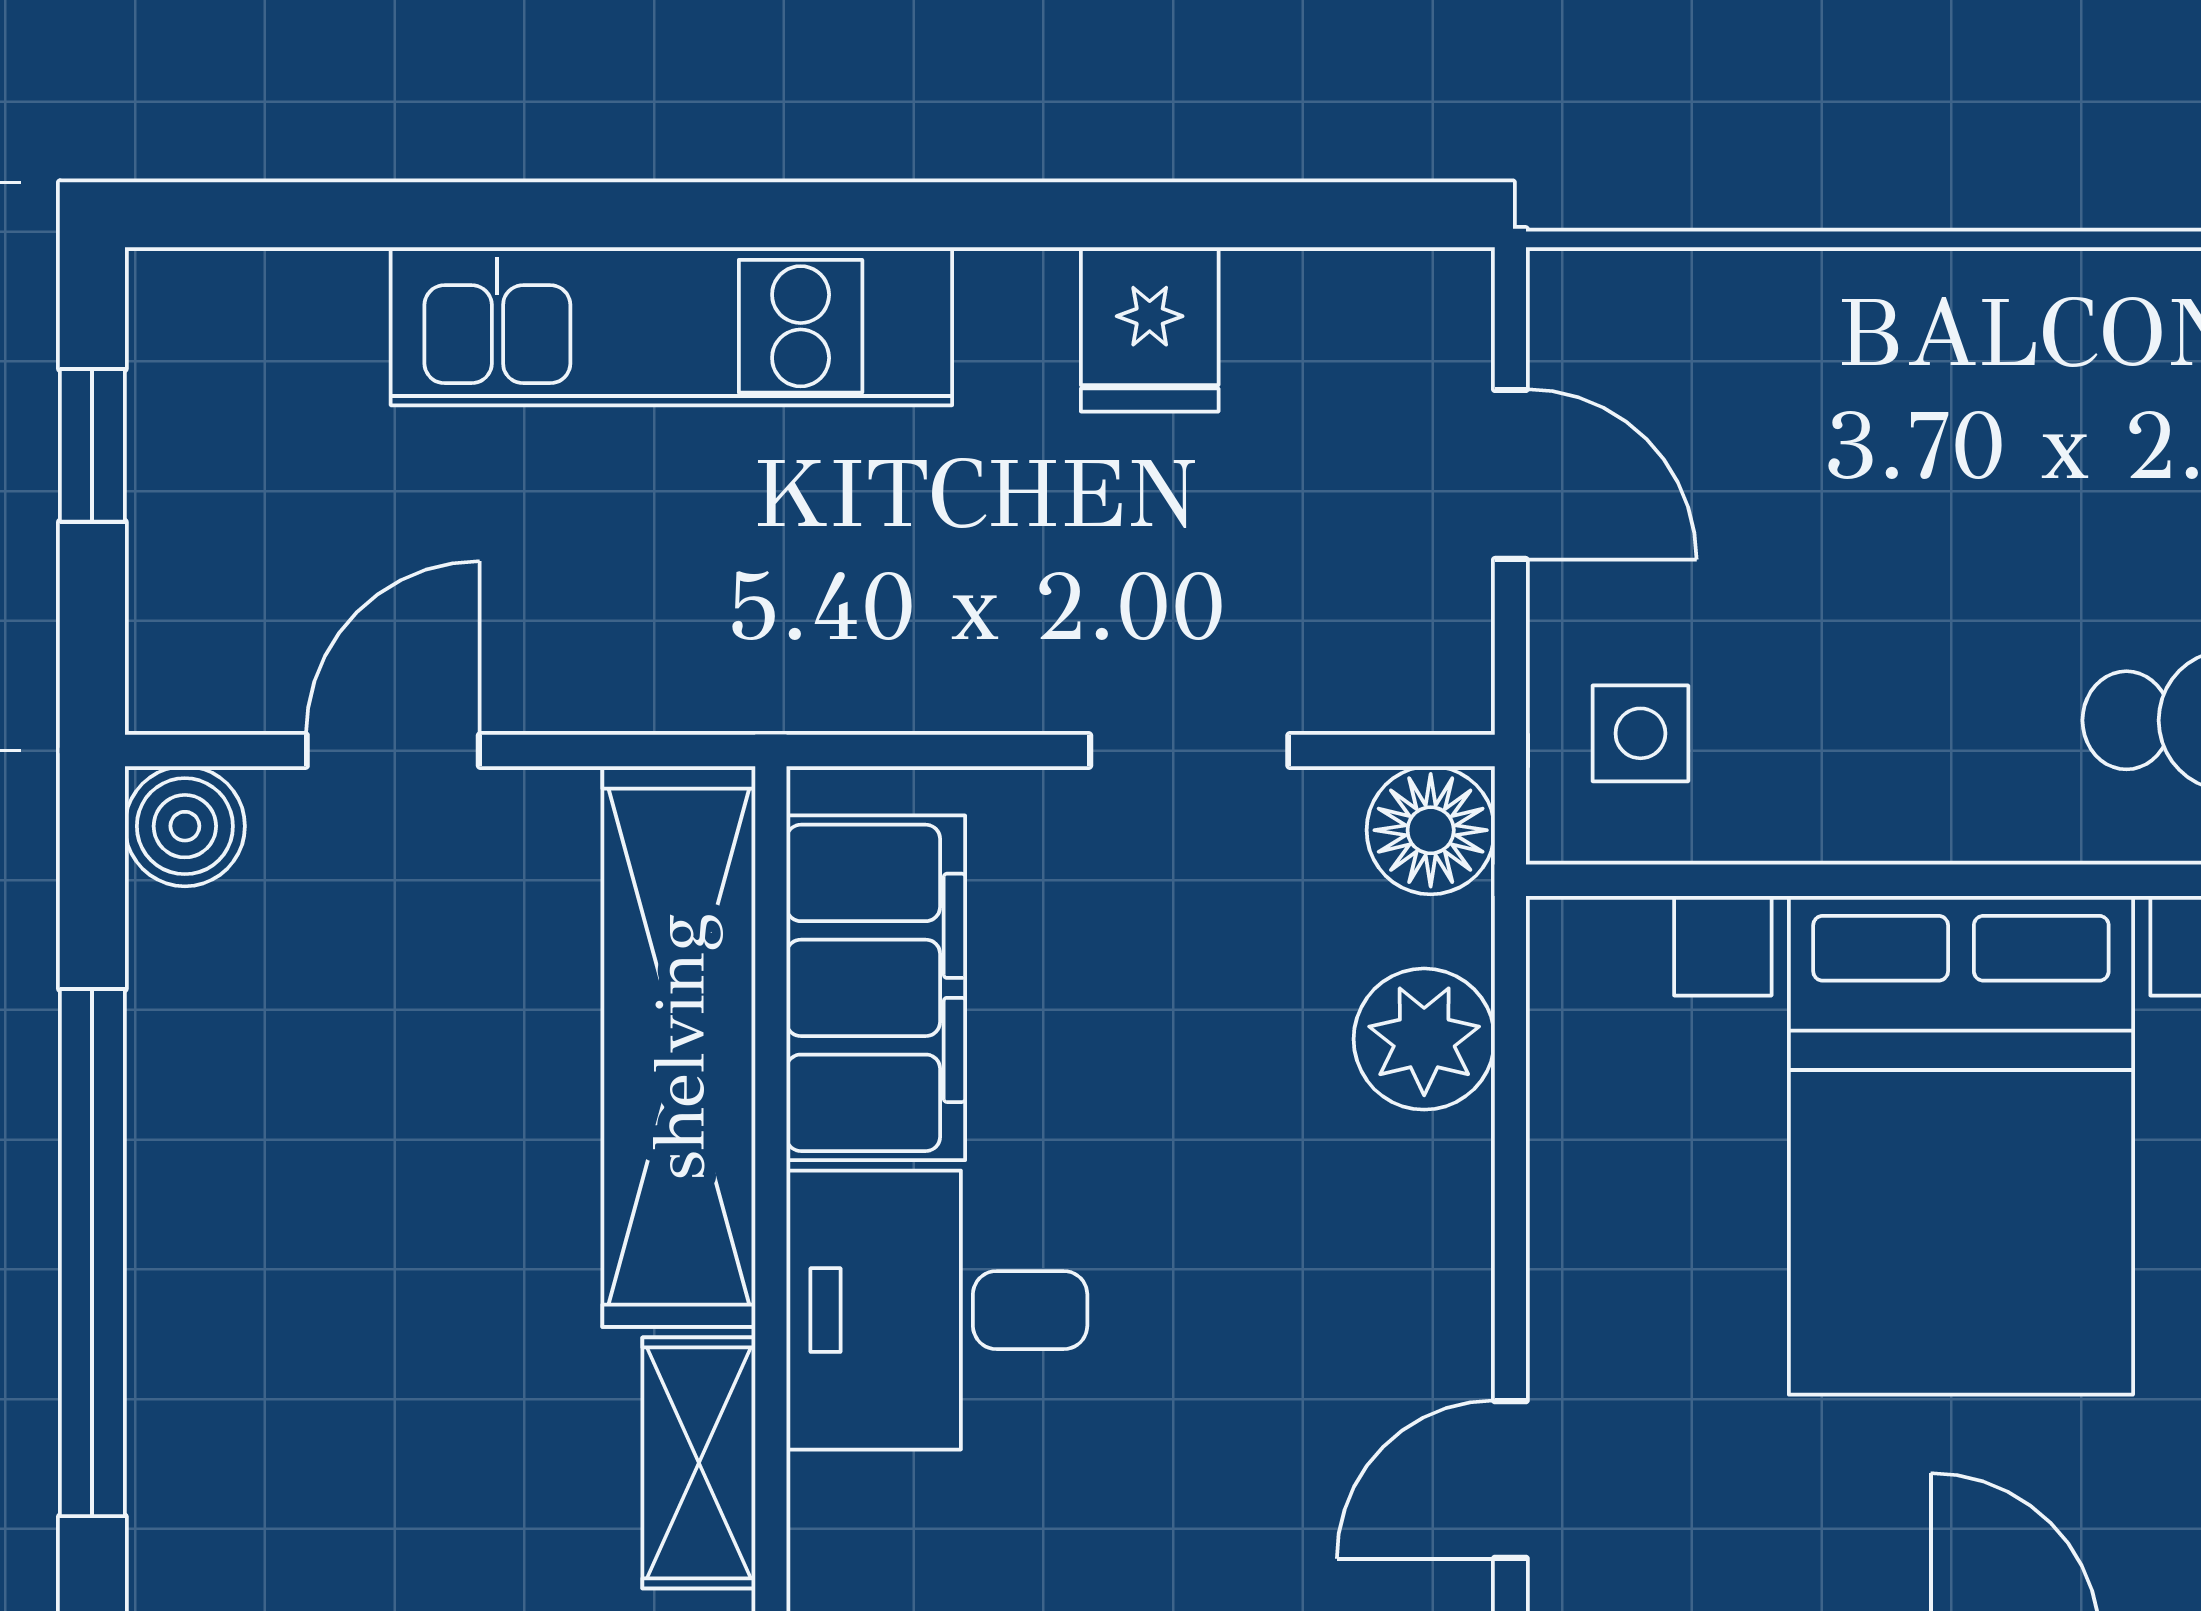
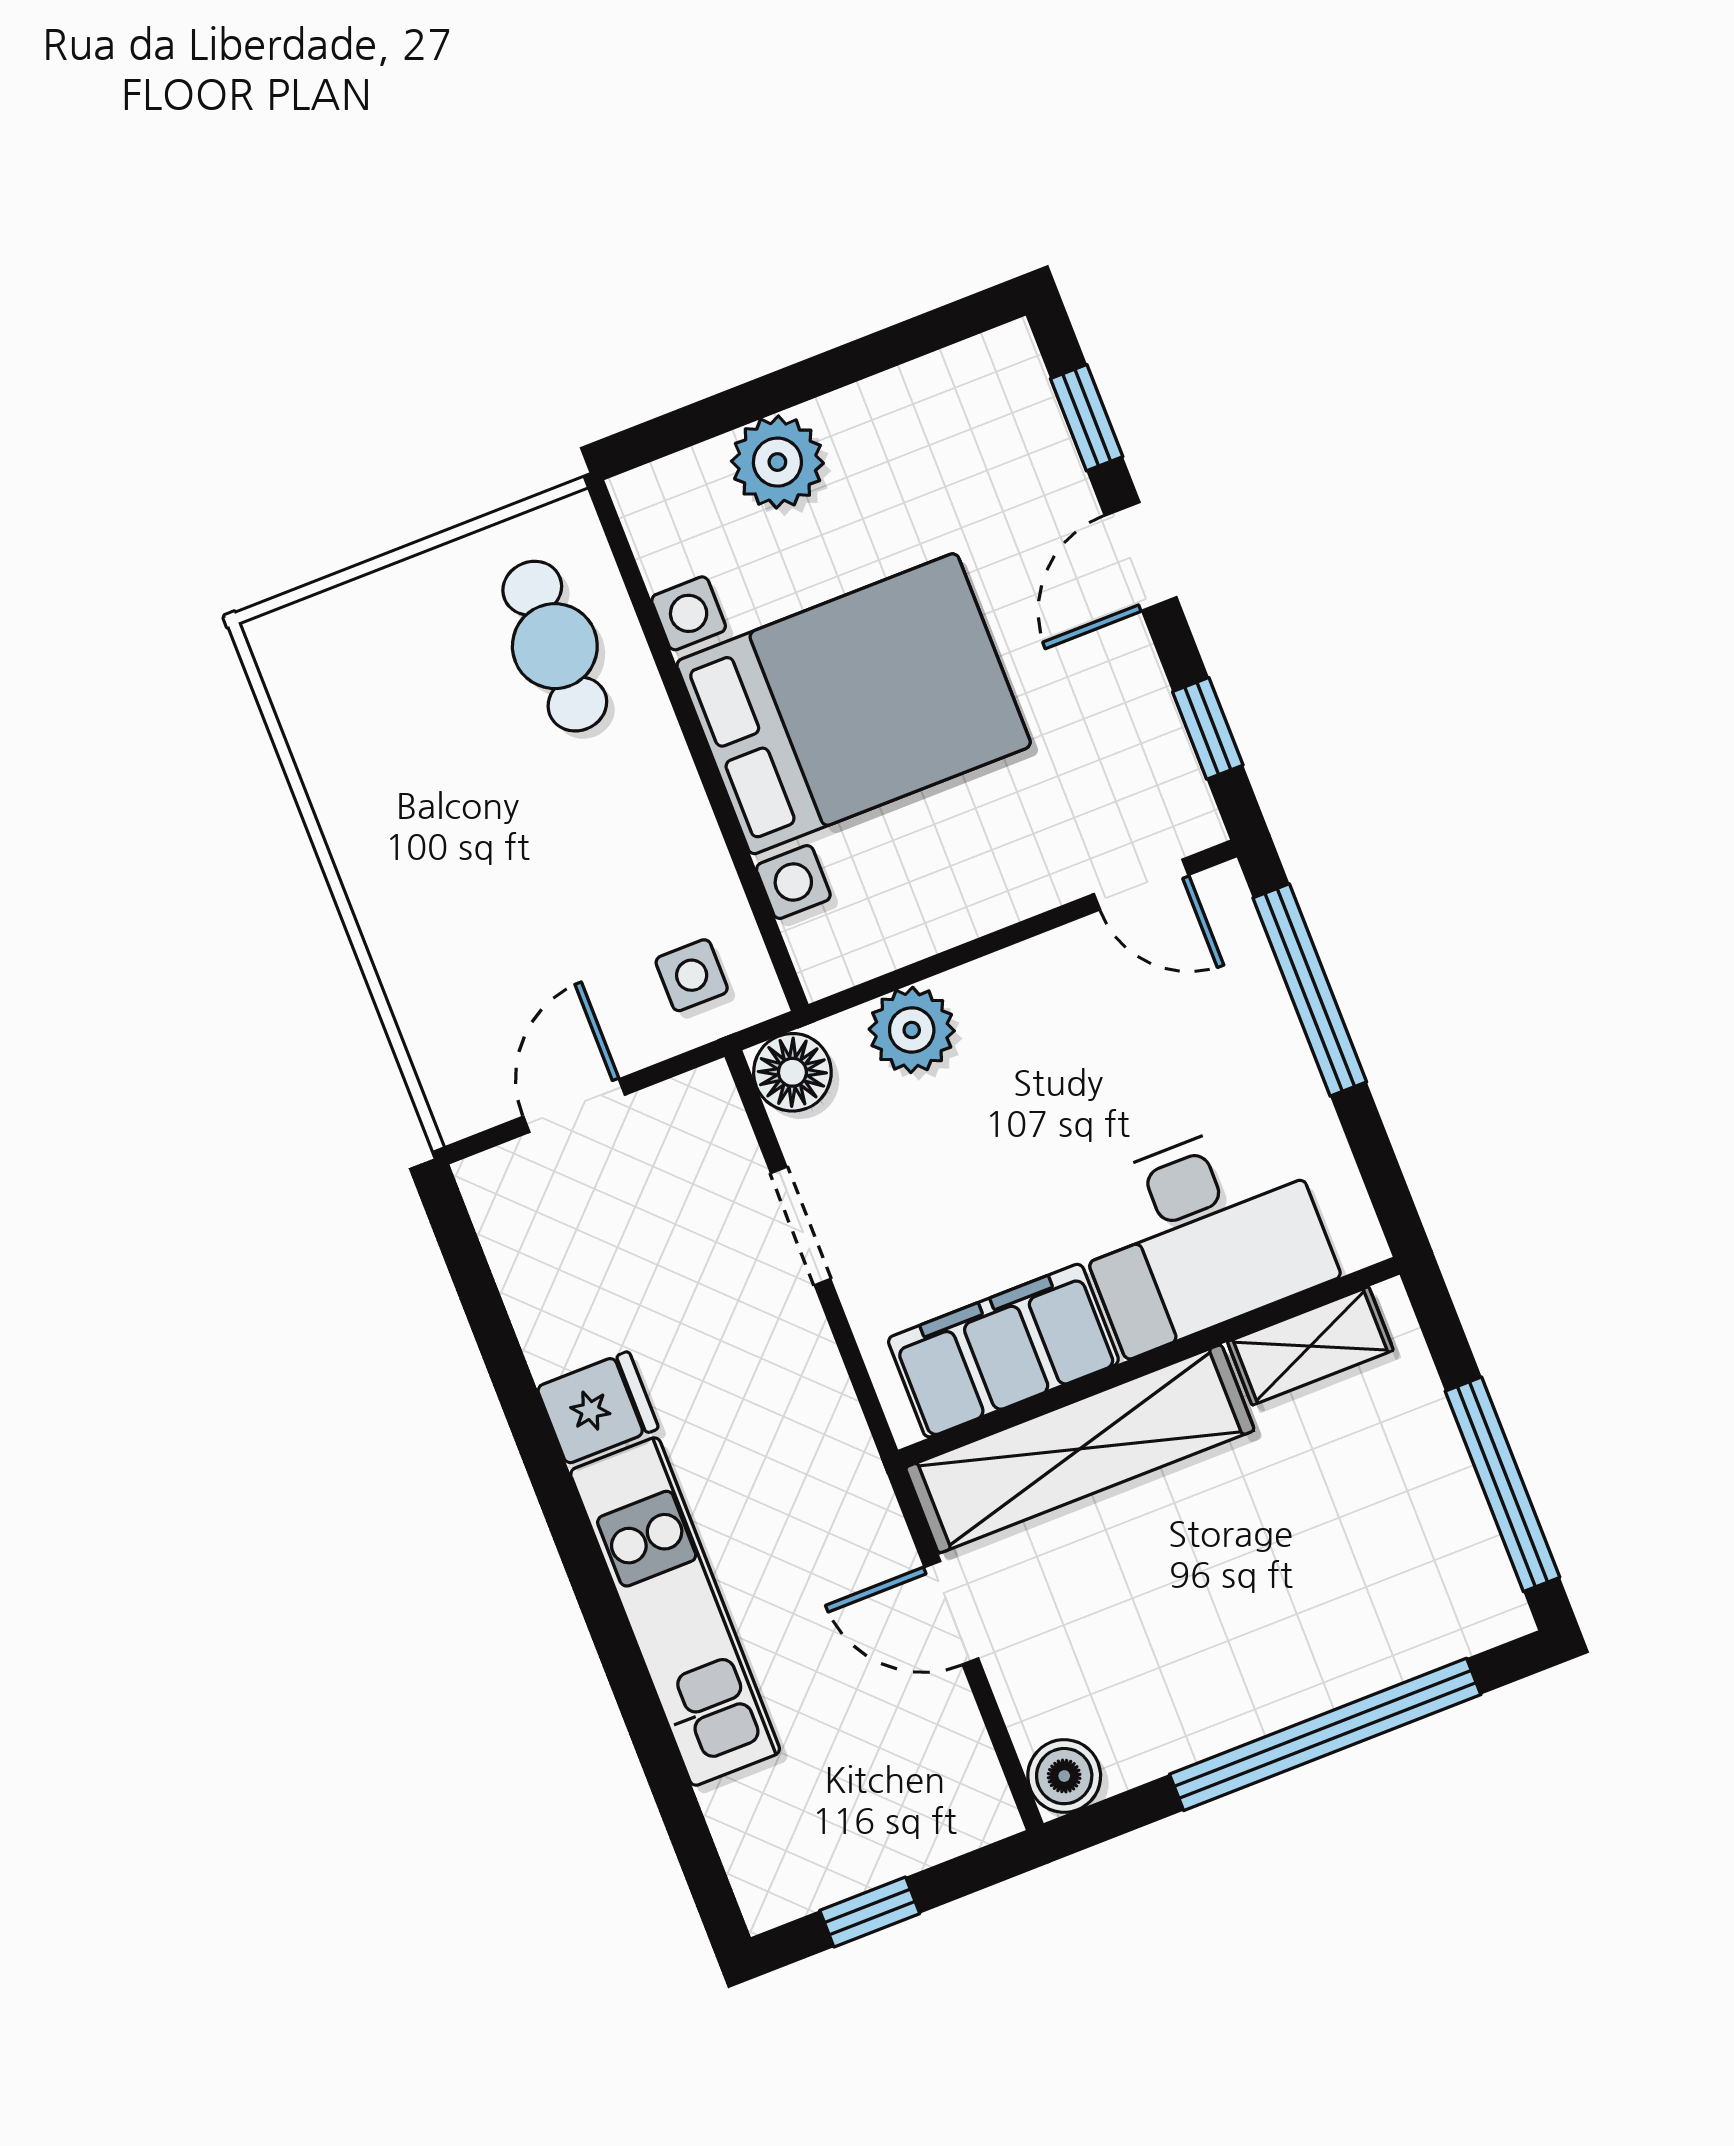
fridge: (1150, 329) -> (598, 1408), moved
door: (393, 751) -> (951, 1613), moved
desk: (937, 1310) -> (1201, 1234), width x1.37

